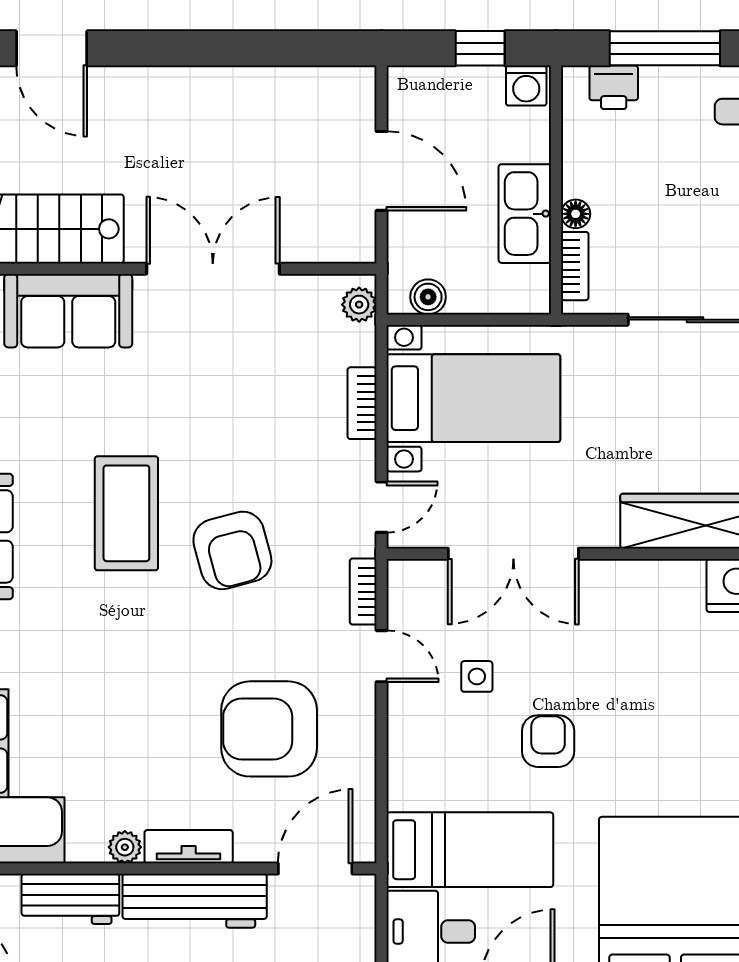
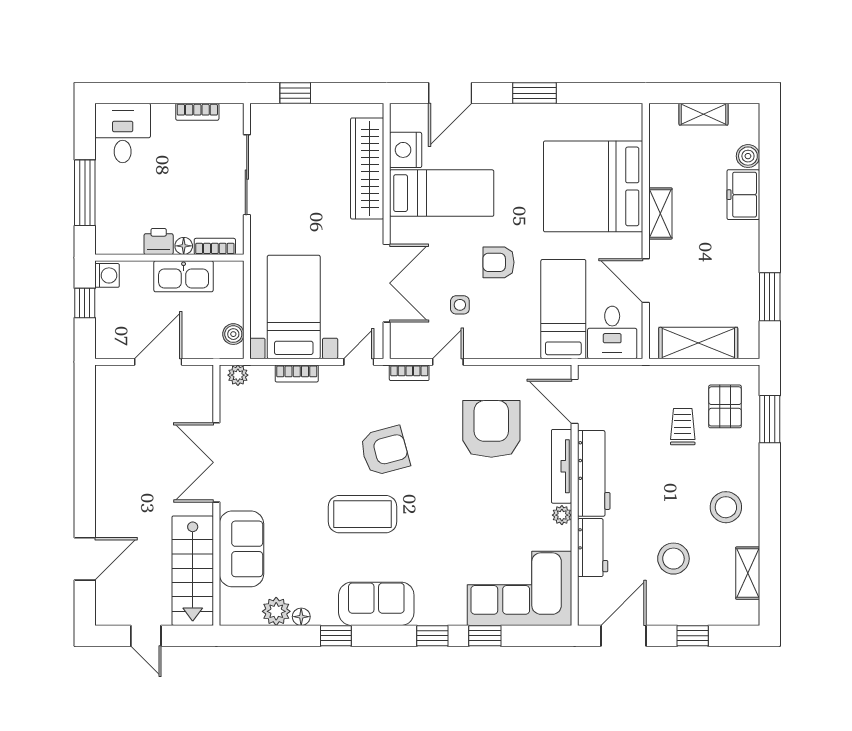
printer: (614, 87) -> (159, 242), moved, turned -90
door: (382, 507) -> (359, 362), hinge flipped
bed: (664, 646) -> (442, 193), added
armchair: (269, 729) -> (491, 429), turned 180
tv unit: (189, 847) -> (562, 466), width x1.41

